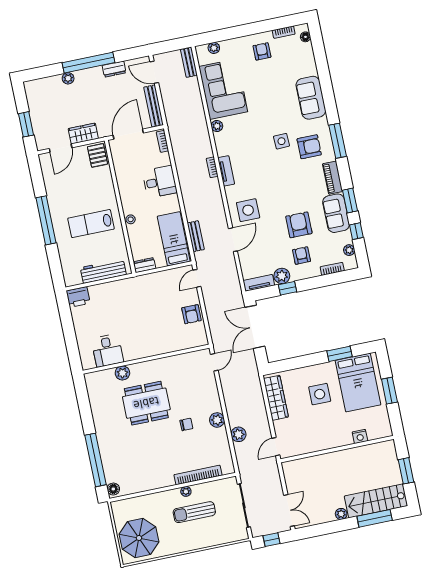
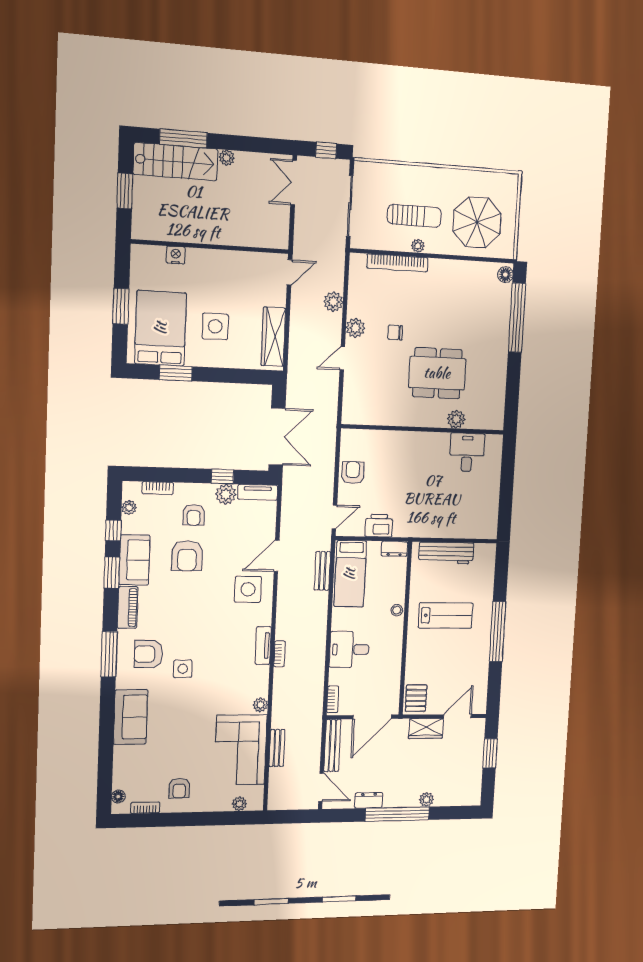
bench: (189, 62) -> (277, 748), moved
printer: (78, 297) -> (379, 525), moved
door: (214, 362) -> (342, 358), moved
parasol: (139, 538) -> (477, 222), moved

